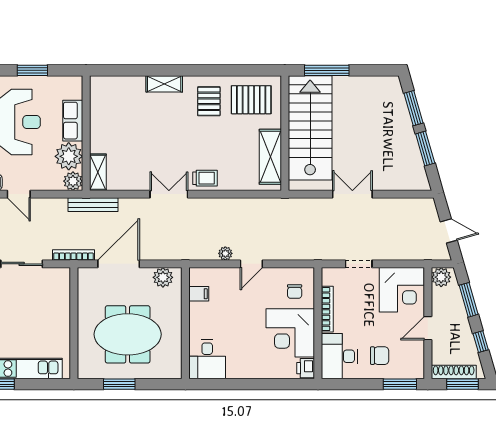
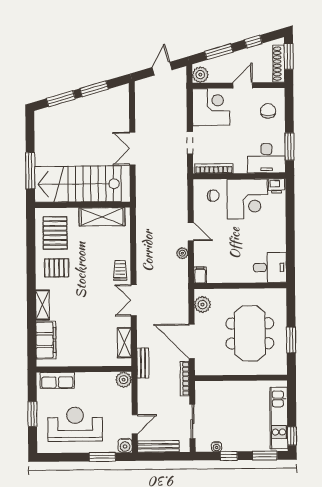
filing cabinet: (122, 88) -> (46, 340), added
row of seats: (73, 121) -> (57, 380), moved
plant: (69, 156) -> (103, 383), removed
shelving: (98, 172) -> (124, 343), moved, turned 90
bench: (93, 205) -> (143, 363), width x0.73
filing cabinet: (199, 294) -> (200, 275), moved
bookcase: (327, 309) -> (214, 169), moved
door: (428, 328) -> (243, 85), swing flipped
chair: (380, 356) -> (268, 111), moved
window: (400, 384) -> (289, 146), moved

